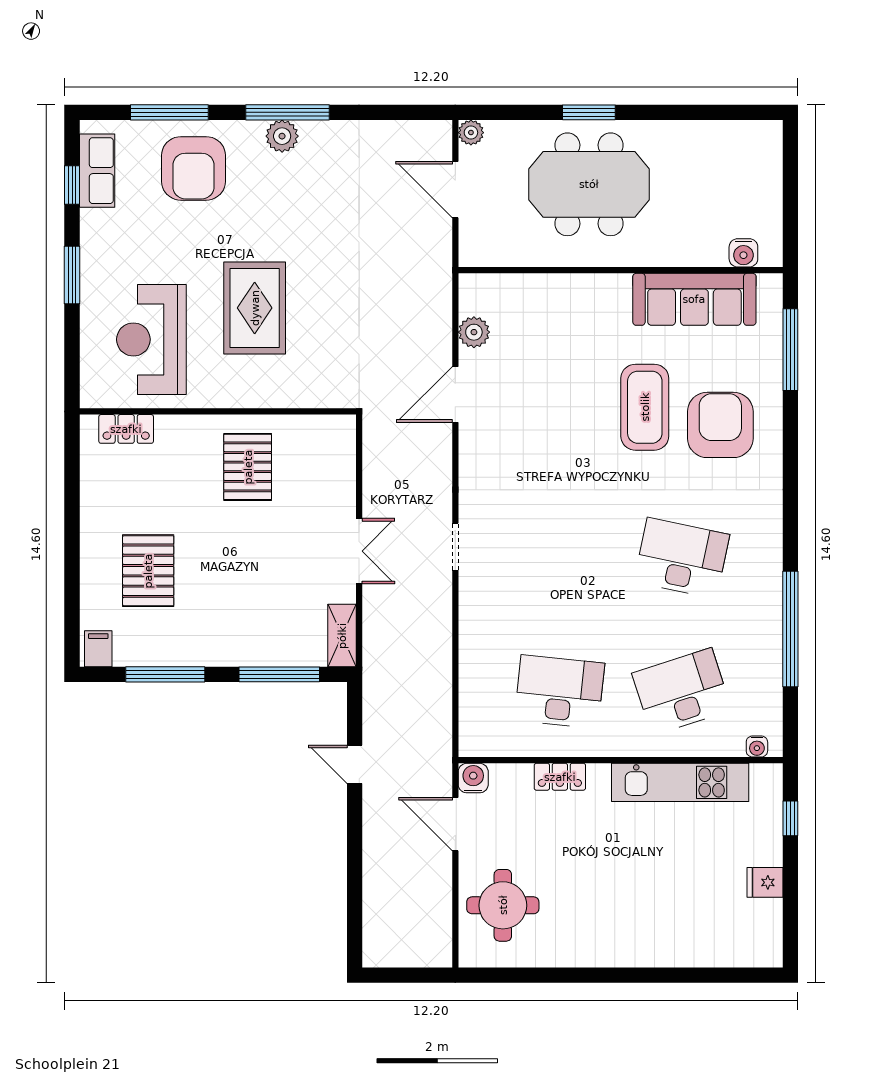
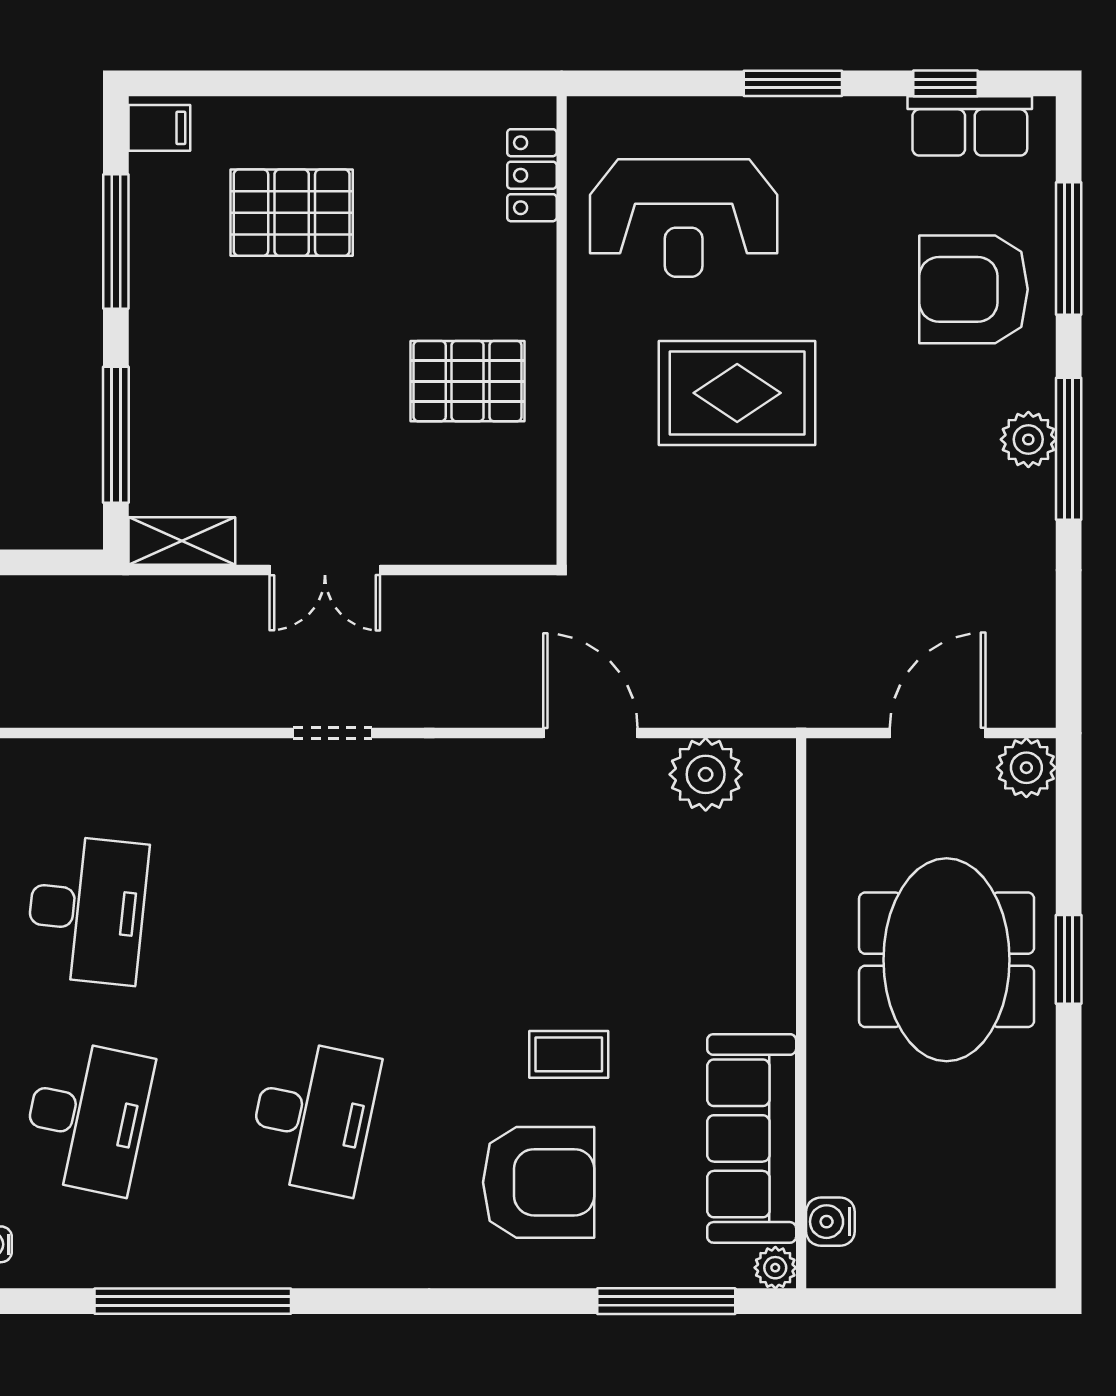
plant: (471, 133) -> (1026, 768), width x1.38, depth x1.38
plant: (771, 285) -> (775, 1268), added
plant: (474, 332) -> (706, 774), width x1.36, depth x1.36
reception desk: (151, 339) -> (684, 218), turned 180
coffee table: (645, 407) -> (569, 1054), width x0.54, depth x0.58
desk: (682, 692) -> (87, 1117), turned 30

